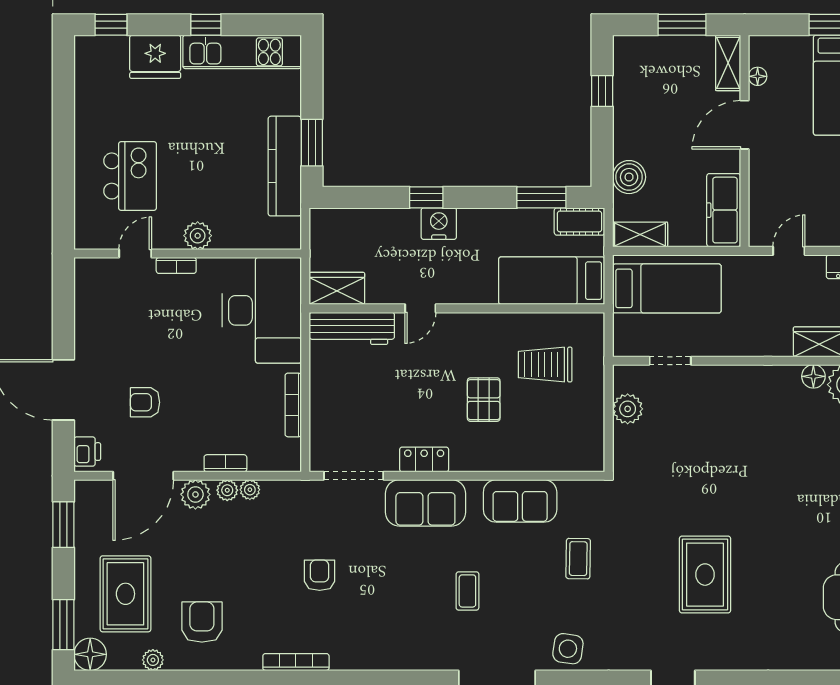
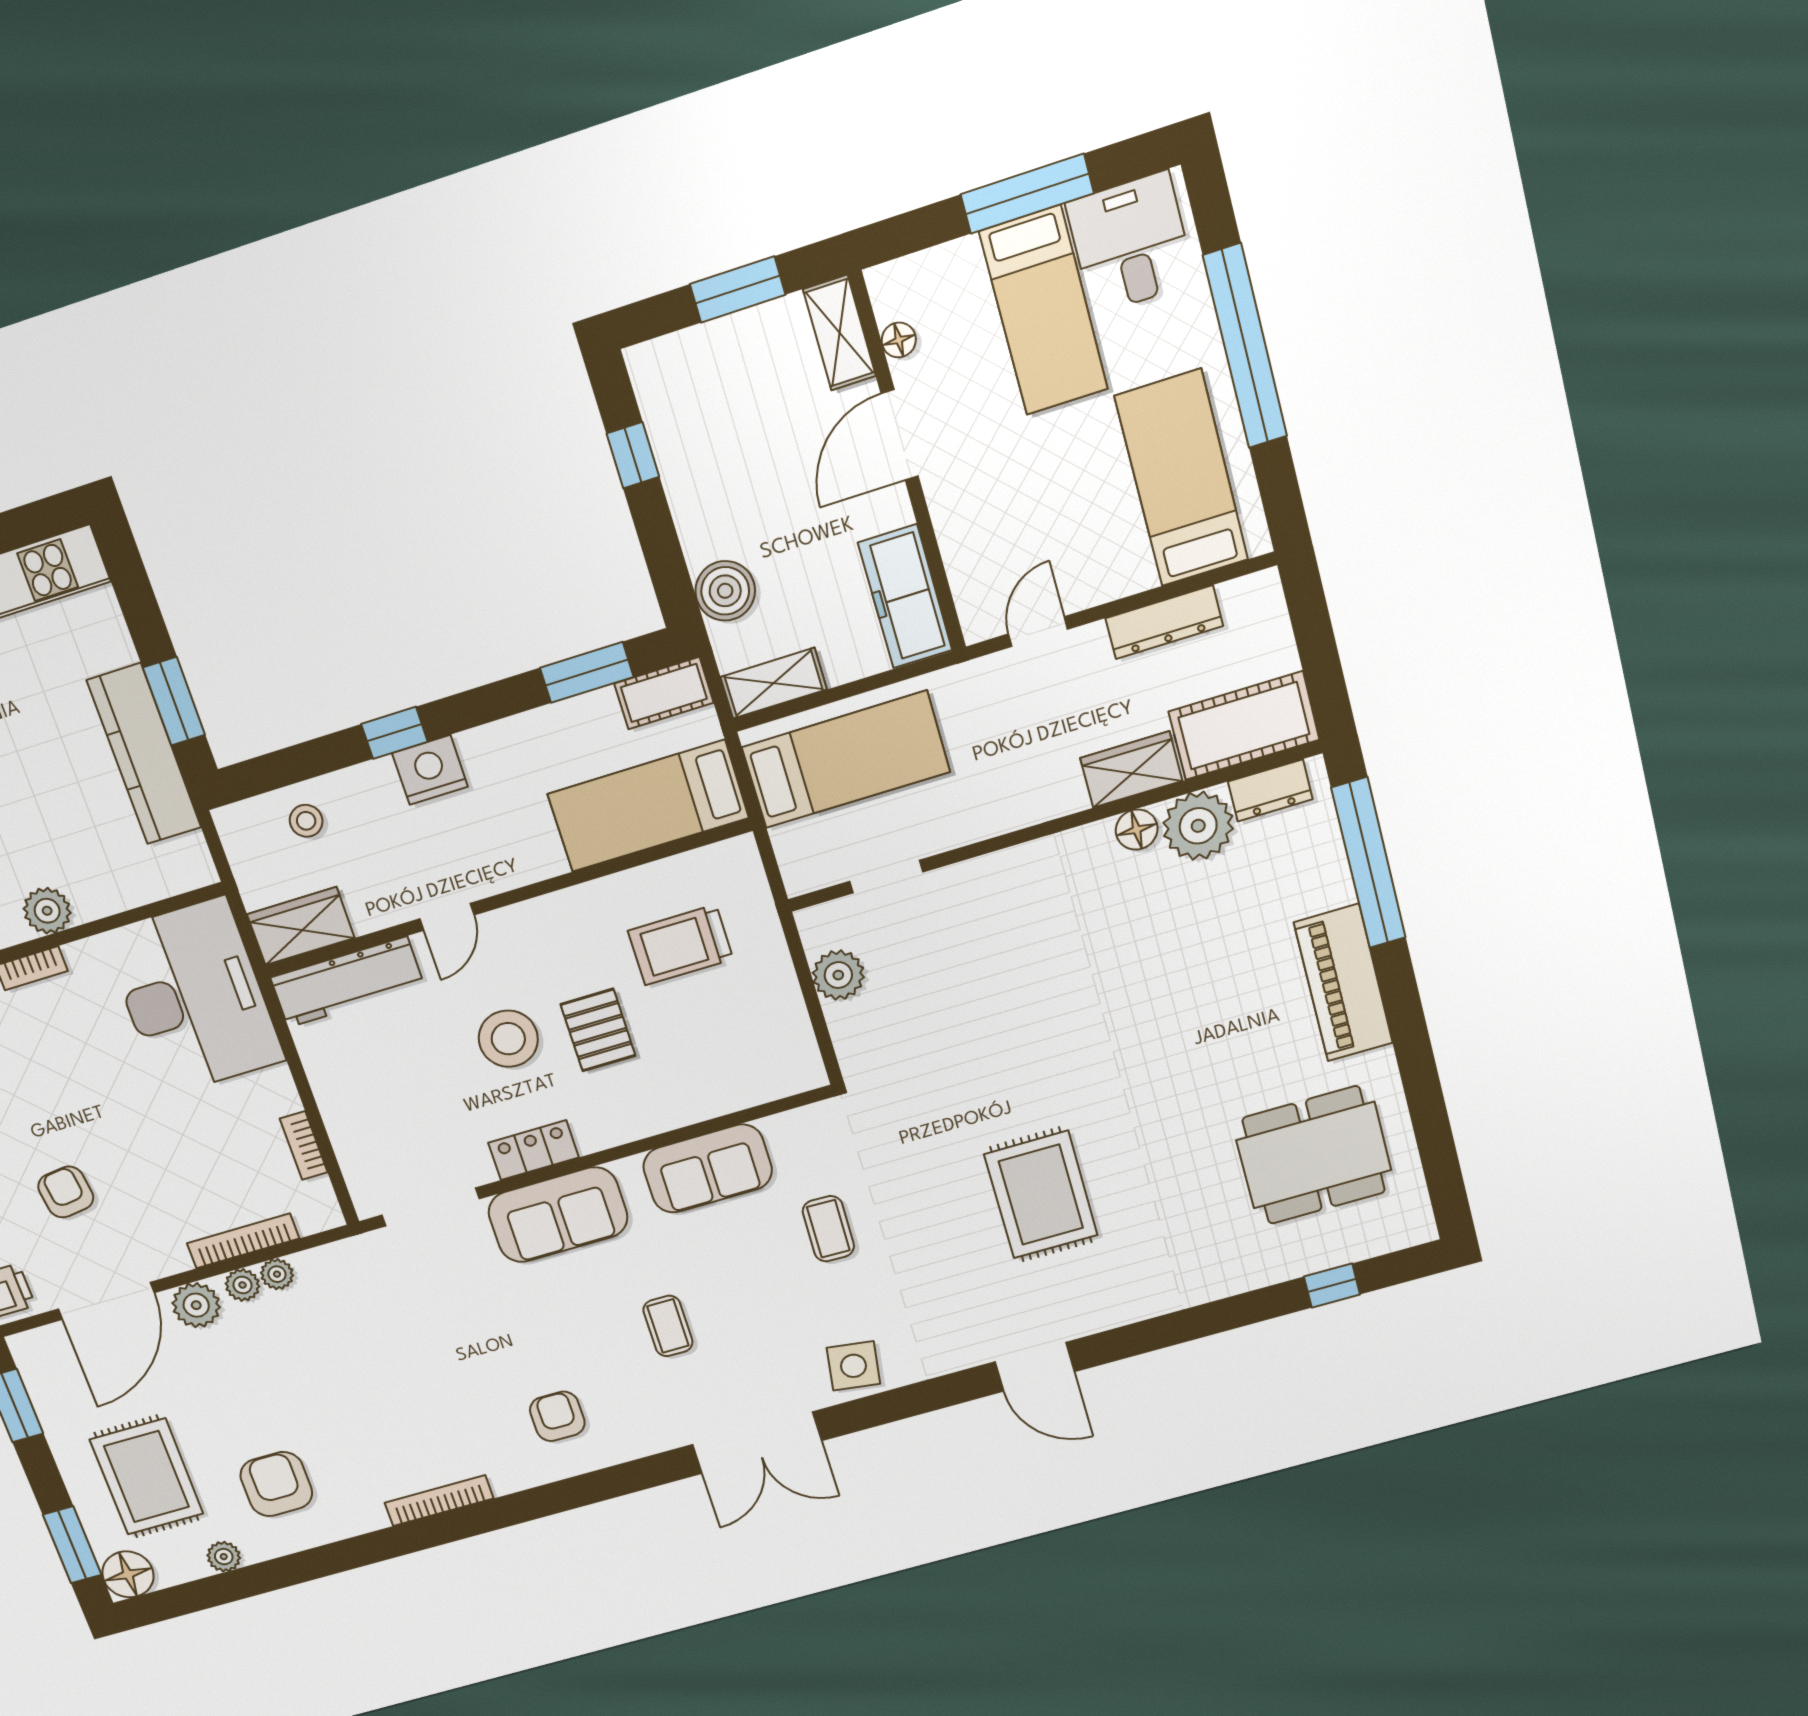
stool: (361, 230) -> (306, 821), added
stool: (431, 389) -> (508, 1039), added
armchair: (145, 402) -> (66, 1192), turned 83
bookcase: (293, 405) -> (304, 1145), width x0.64
bookcase: (225, 463) -> (243, 1241), width x1.56
armchair: (320, 575) -> (557, 1416), moved

